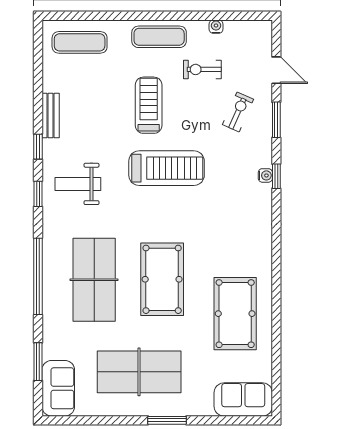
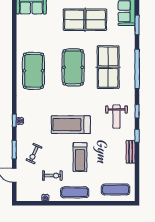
weight bench: (78, 184) -> (117, 117), turned 90
pool table: (235, 314) -> (33, 71), moved

